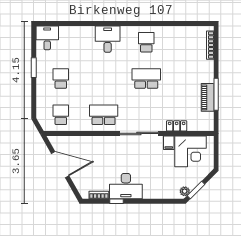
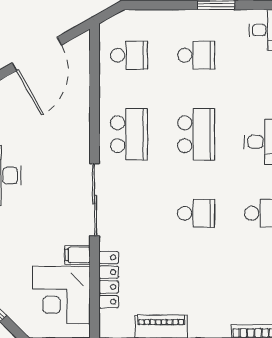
school desk: (104, 79) -> (196, 134), added
school desk: (146, 79) -> (196, 213), width x0.54
locker: (177, 126) -> (109, 280), width x1.53

